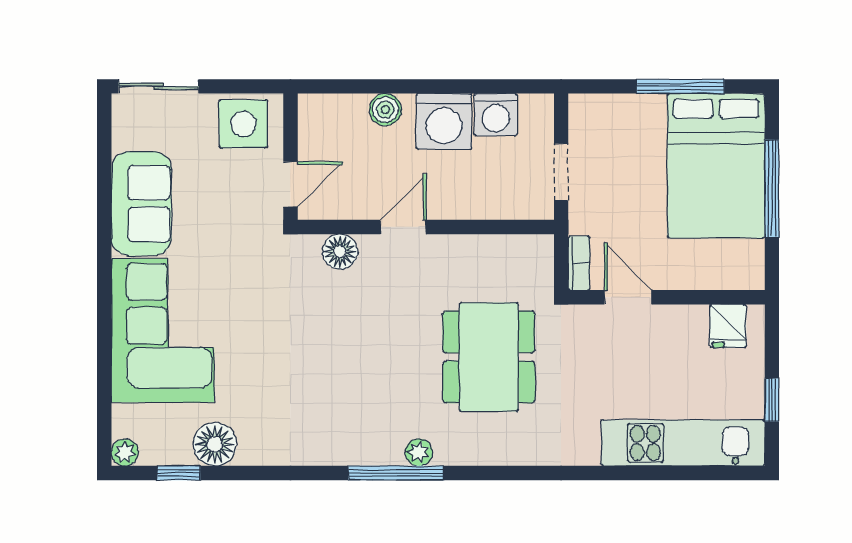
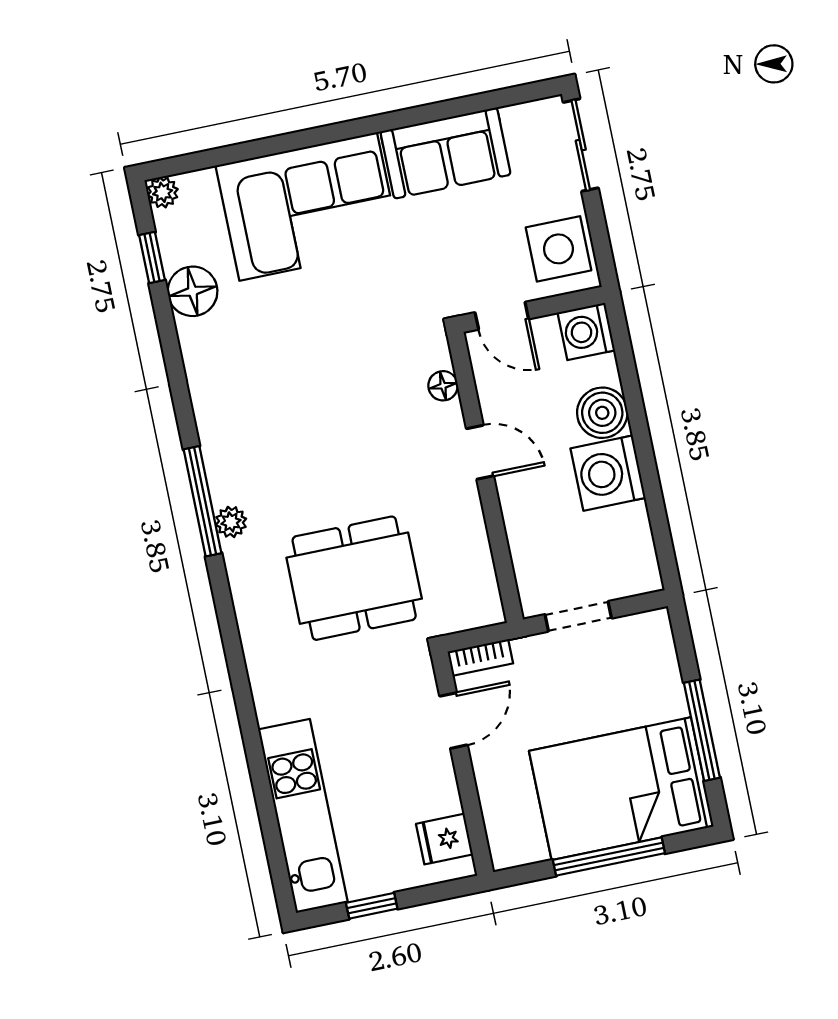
boiler: (385, 110) -> (602, 413), width x1.36, depth x1.36
washing machine: (496, 115) -> (586, 331), moved
floor lamp: (340, 252) -> (443, 386), width x0.73, depth x0.73

